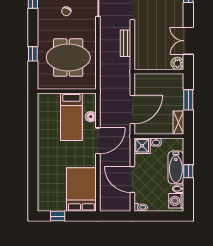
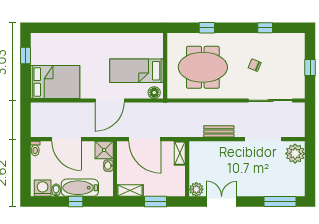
meeting table: (68, 58) -> (203, 67), turned 90
shelving: (145, 78) -> (180, 153), added
floor lamp: (91, 117) -> (154, 93), moved
door: (98, 141) -> (110, 100), hinge flipped
door: (132, 179) -> (66, 139), swing flipped

